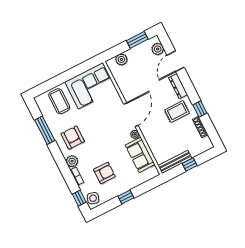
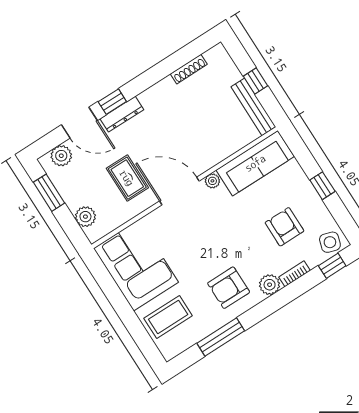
window: (200, 109) -> (112, 102), moved
rug: (177, 112) -> (127, 178), moved
sofa: (140, 155) -> (255, 163), width x1.36

